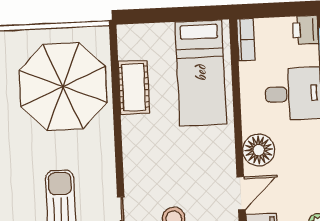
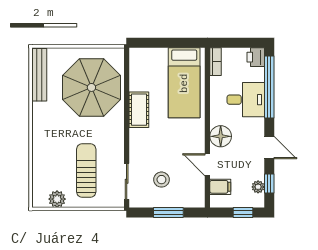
cot: (134, 87) -> (139, 110), moved
door: (241, 193) -> (207, 165), swing flipped

